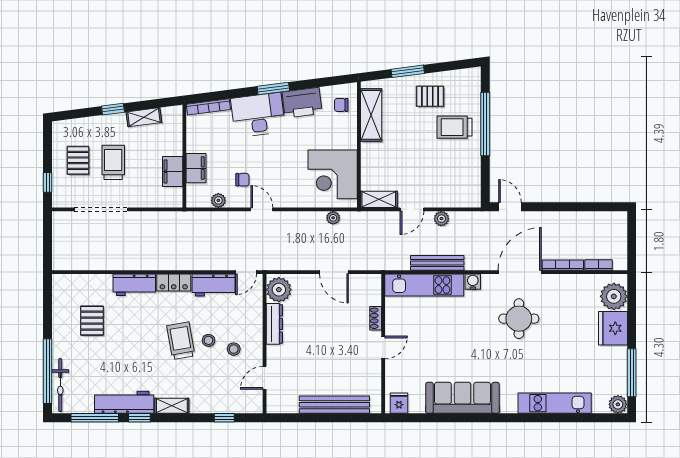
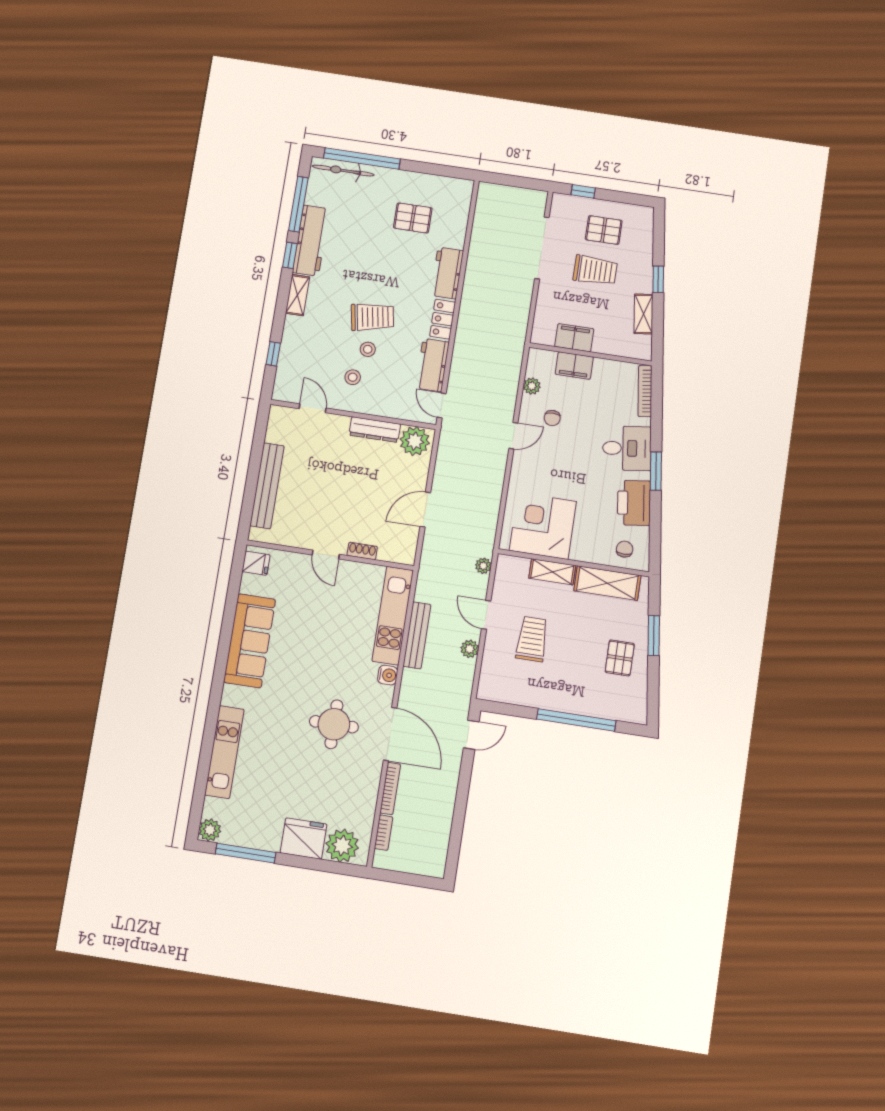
desk: (258, 115) -> (627, 448), width x0.73
trolley: (455, 127) -> (532, 639), moved
shelving: (379, 199) -> (552, 572), moved, turned 90
plant: (333, 218) -> (483, 566), moved

